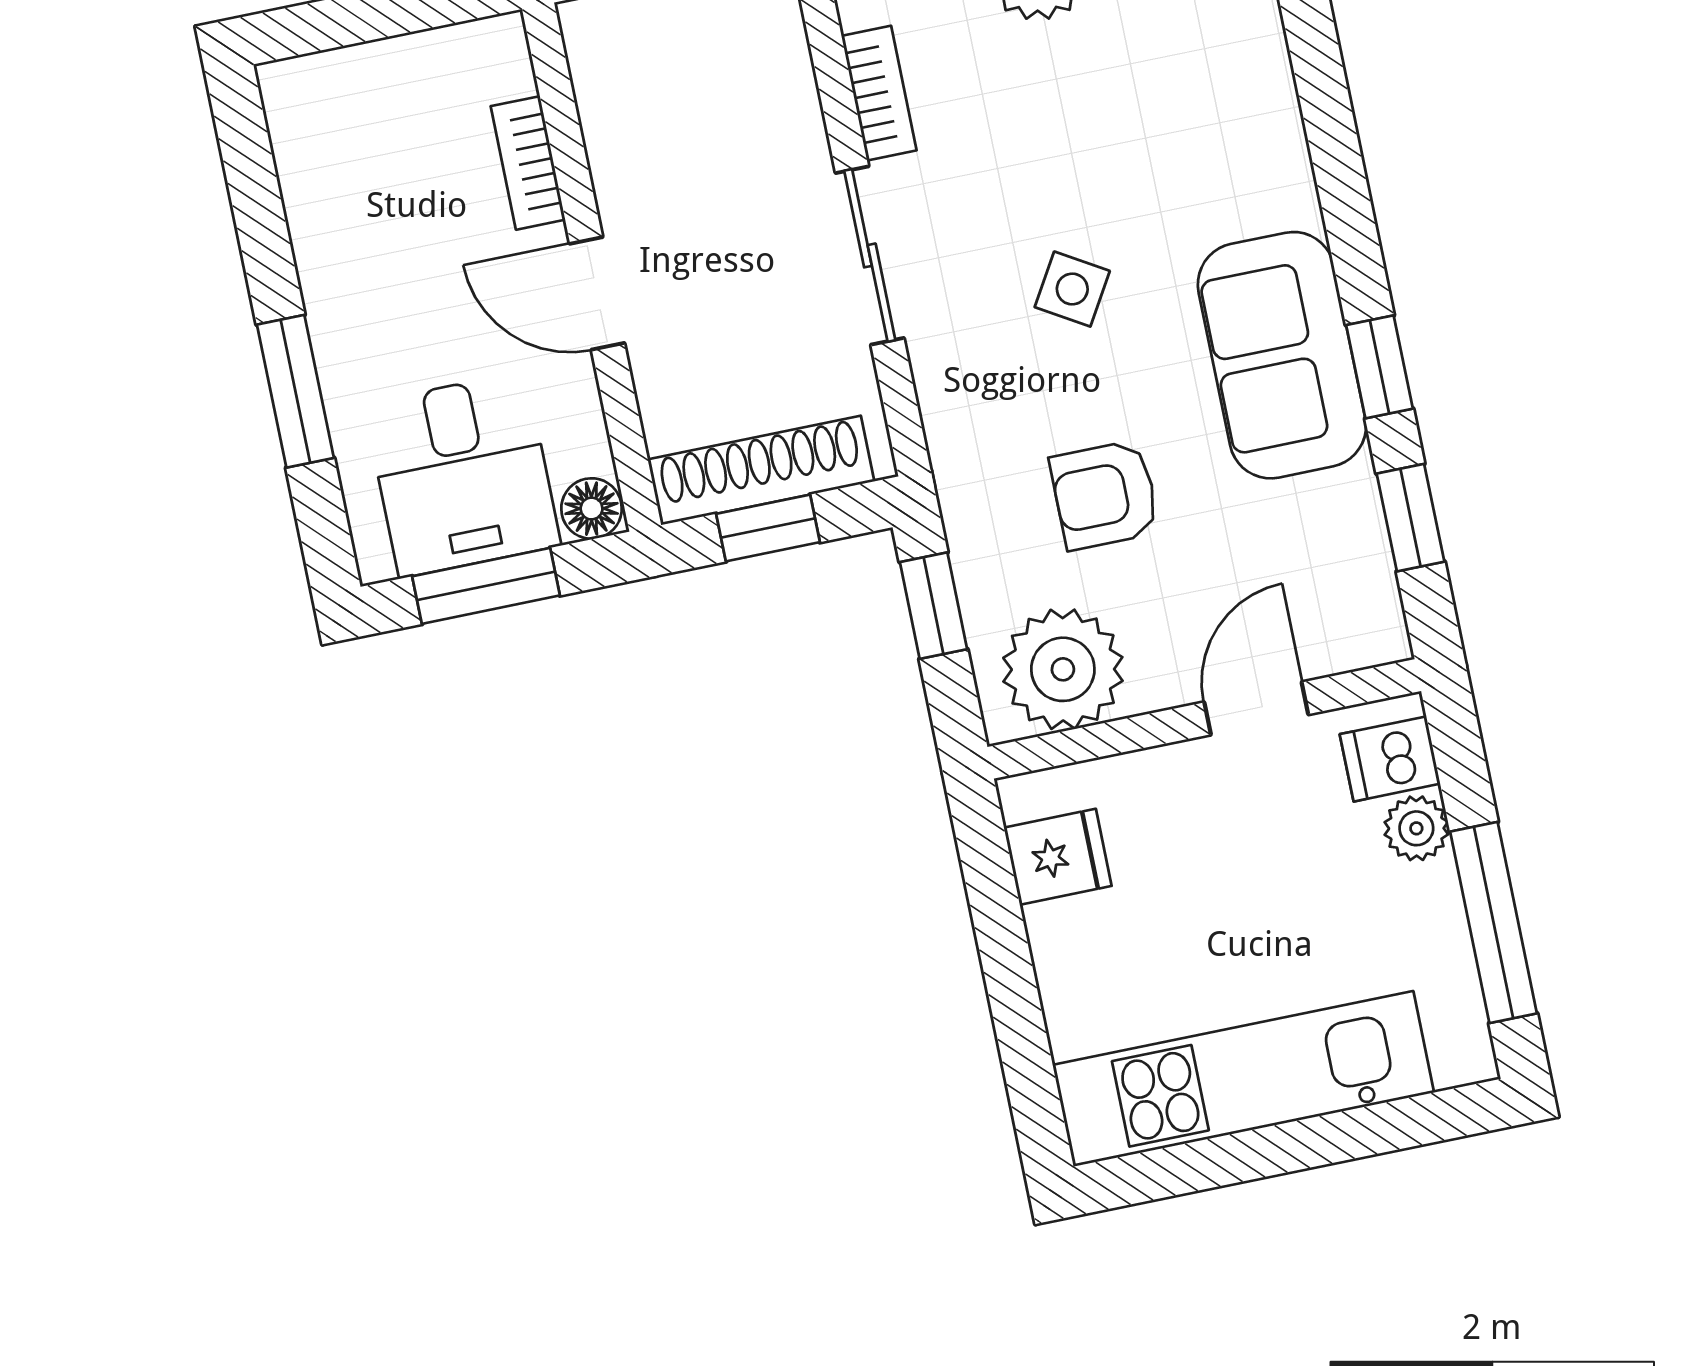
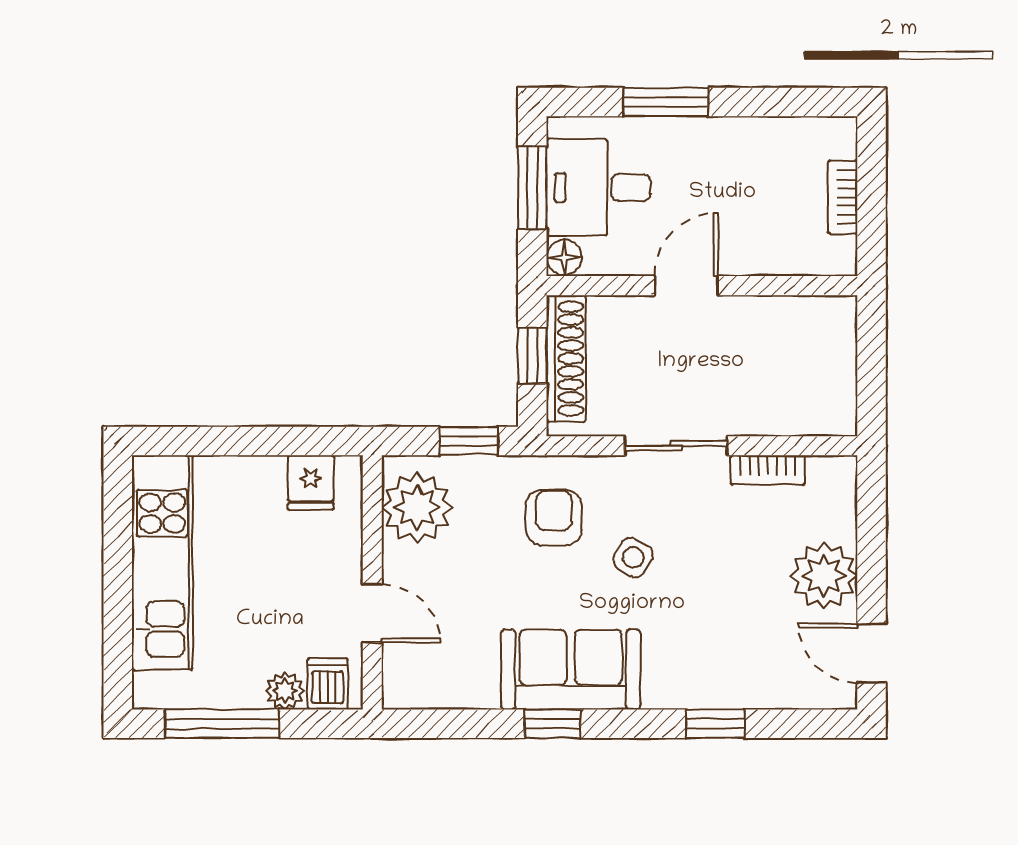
bookcase: (528, 163) -> (843, 197), moved, turned -90
armchair: (1105, 495) -> (554, 518), moved
window: (1410, 518) -> (715, 724), moved

